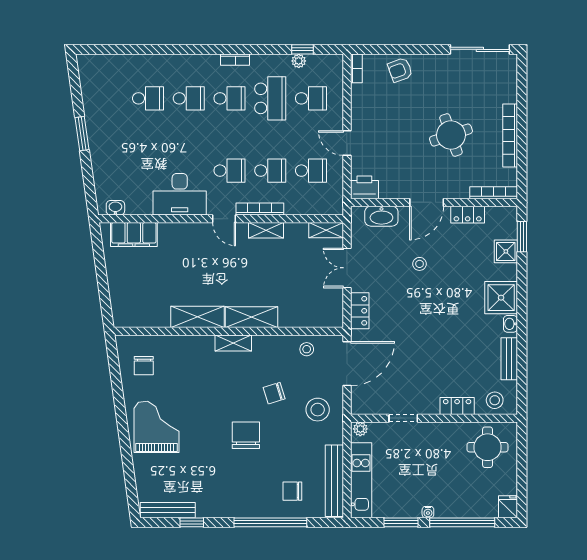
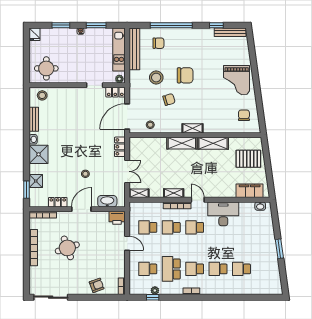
pallet: (136, 290) -> (248, 159), added
locker: (457, 406) -> (115, 92), moved
stool: (318, 410) -> (156, 78), moved
chair: (246, 435) -> (185, 75), turned -90
window: (462, 522) -> (61, 25), width x0.47

